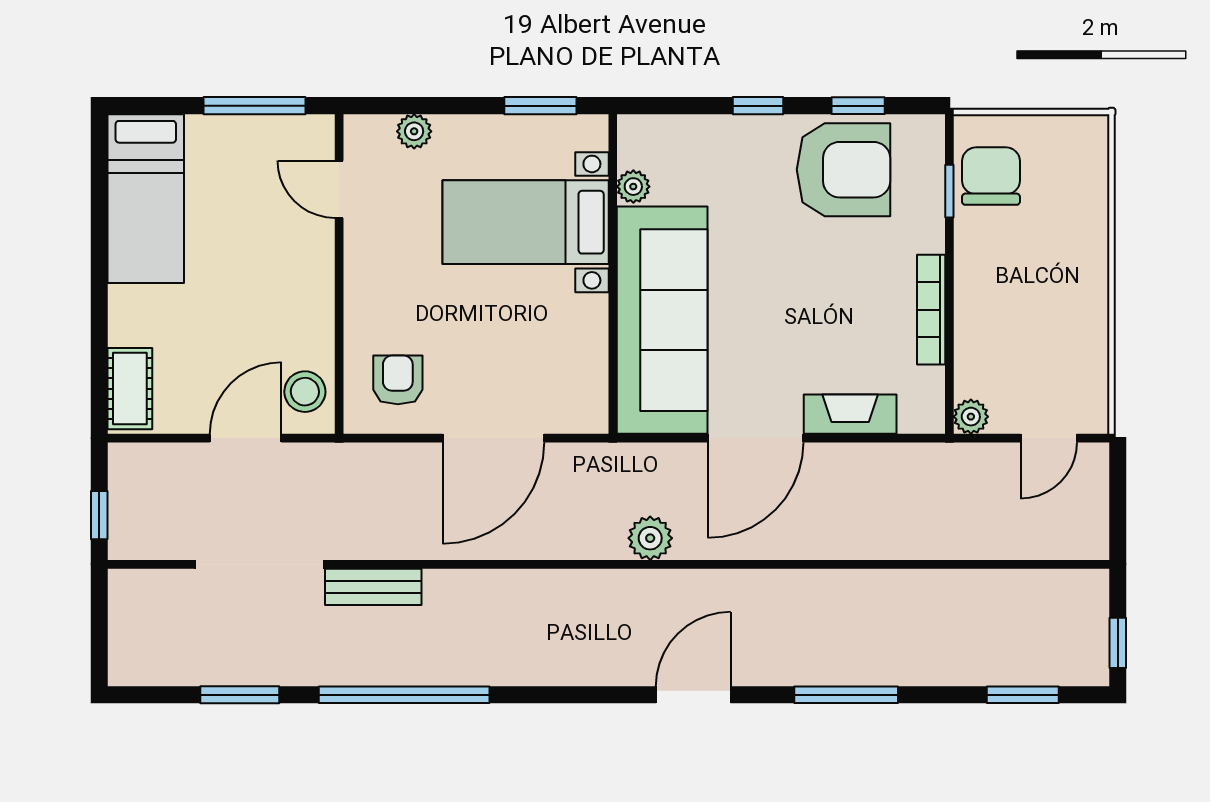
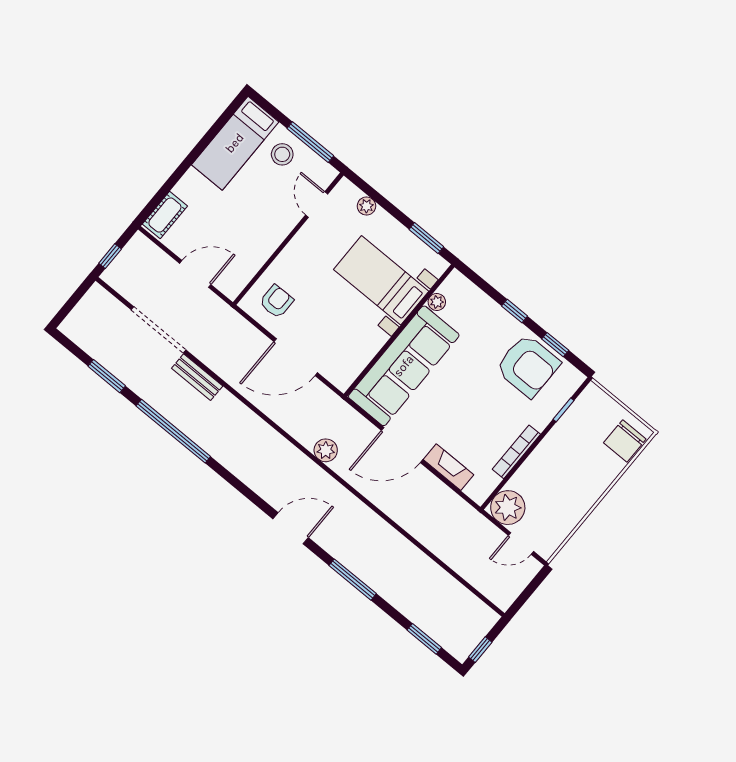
chair: (991, 176) -> (625, 441), moved, turned 180
stool: (305, 392) -> (282, 154), moved
plant: (971, 417) -> (508, 508), width x1.88, depth x1.88

